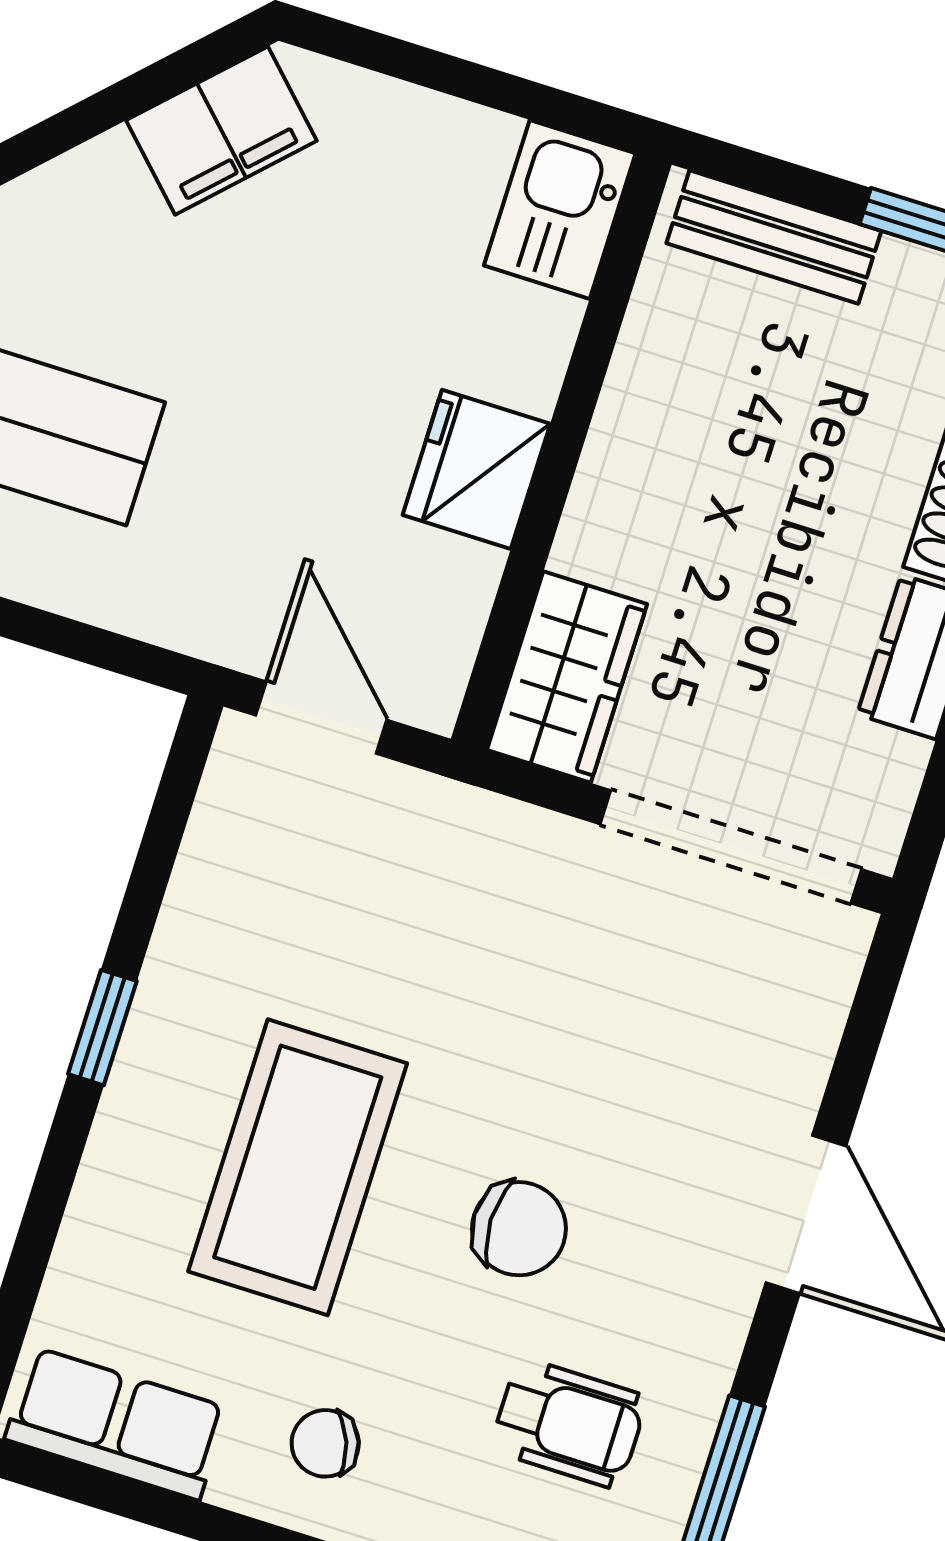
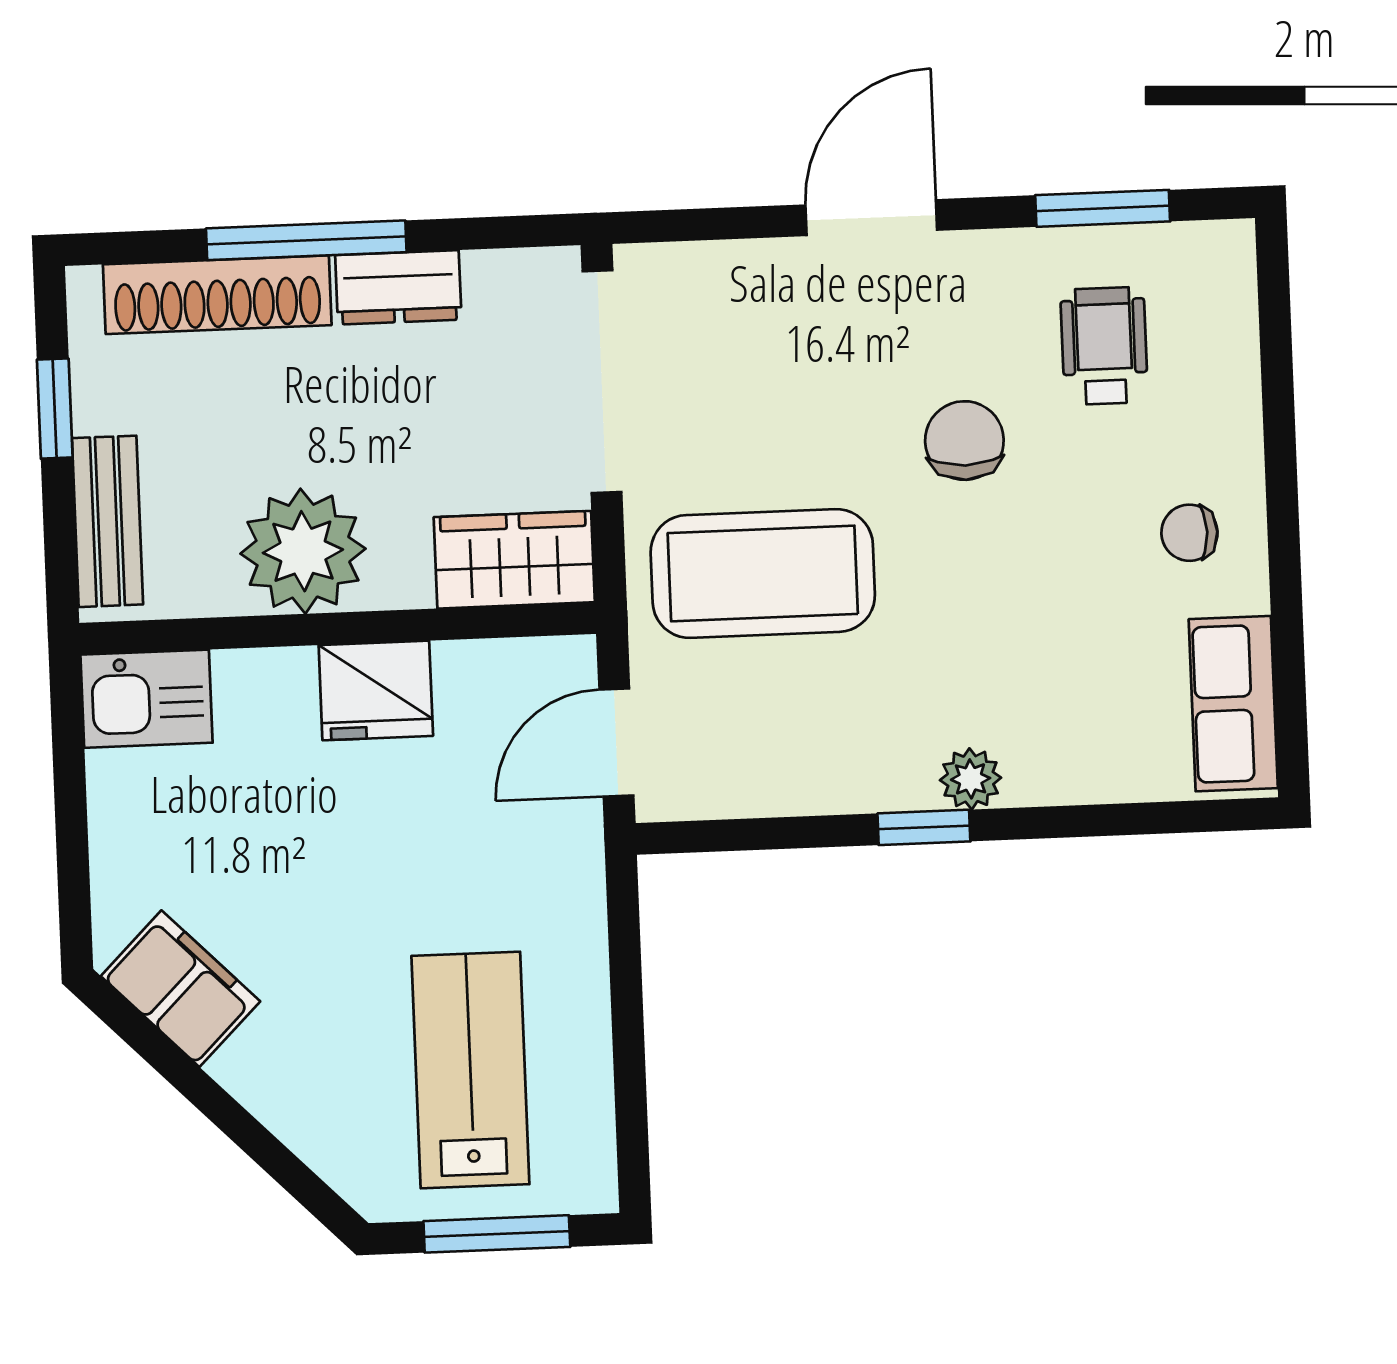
plant: (662, 444) -> (303, 551), added
plant: (138, 1099) -> (971, 779), added
coffee table: (298, 1167) -> (763, 573), moved
chair: (325, 1443) -> (1189, 533), turned 110

